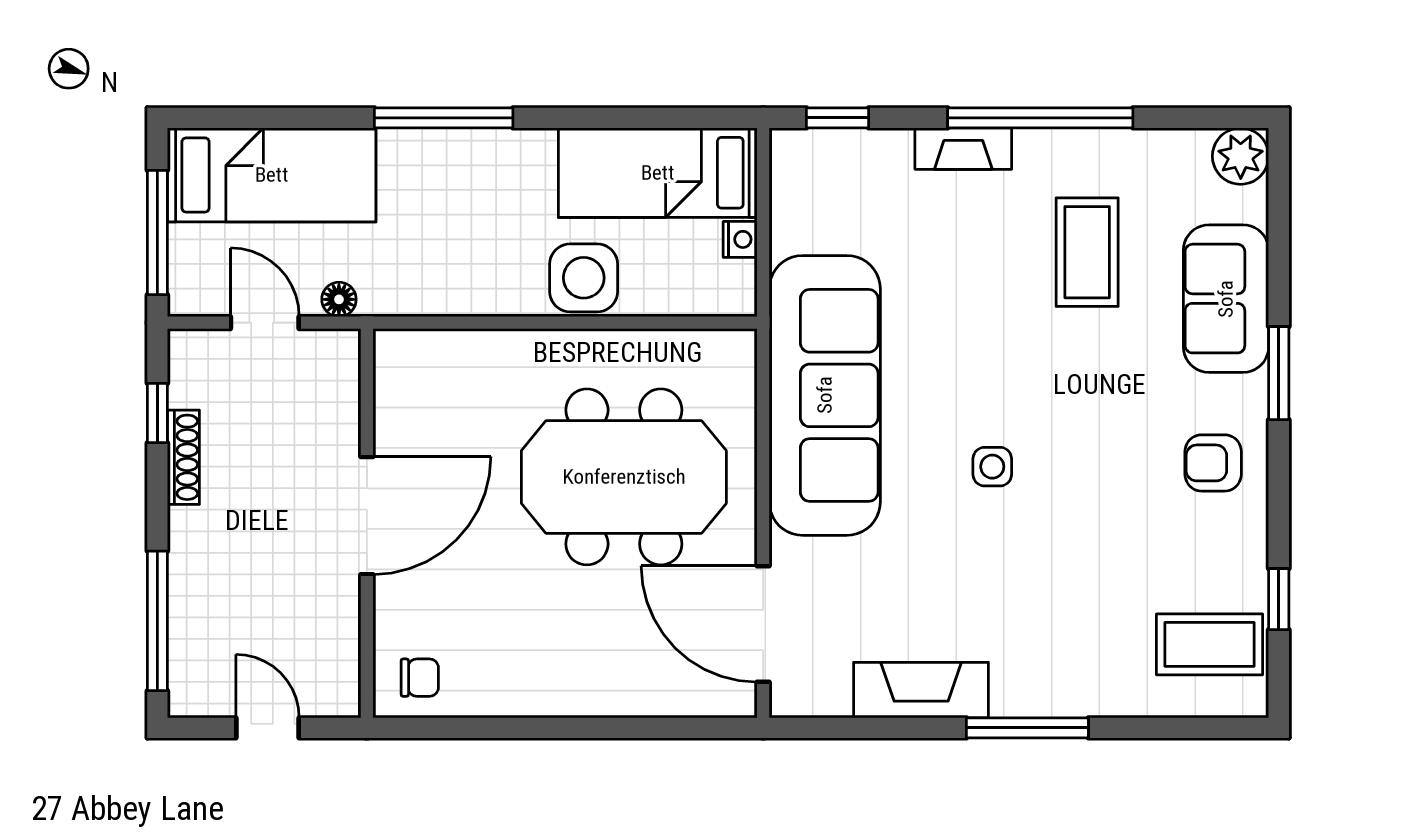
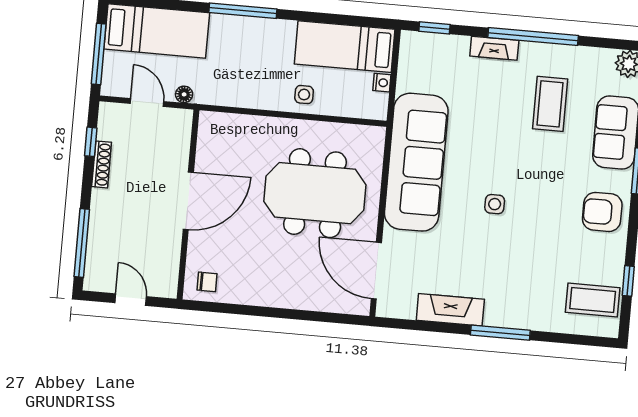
side table: (584, 278) -> (304, 95), width x0.54, depth x0.54
armchair: (1213, 463) -> (602, 212), width x1.38, depth x1.38

